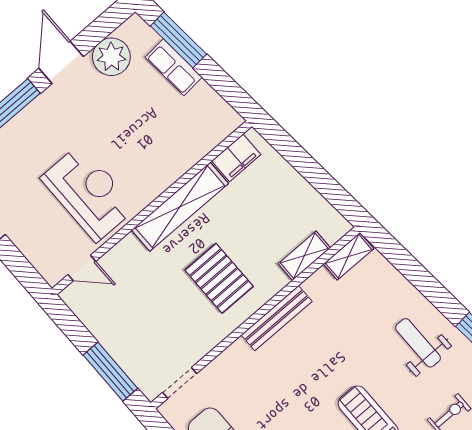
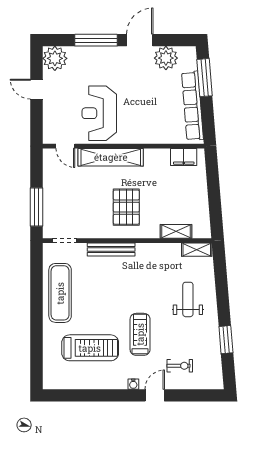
row of seats: (174, 67) -> (192, 106), width x2.02
reception desk: (88, 193) -> (99, 113), turned 180
shelving: (180, 207) -> (111, 157), moved
bench: (277, 318) -> (111, 250), moved
weight bench: (418, 343) -> (188, 299), moved

